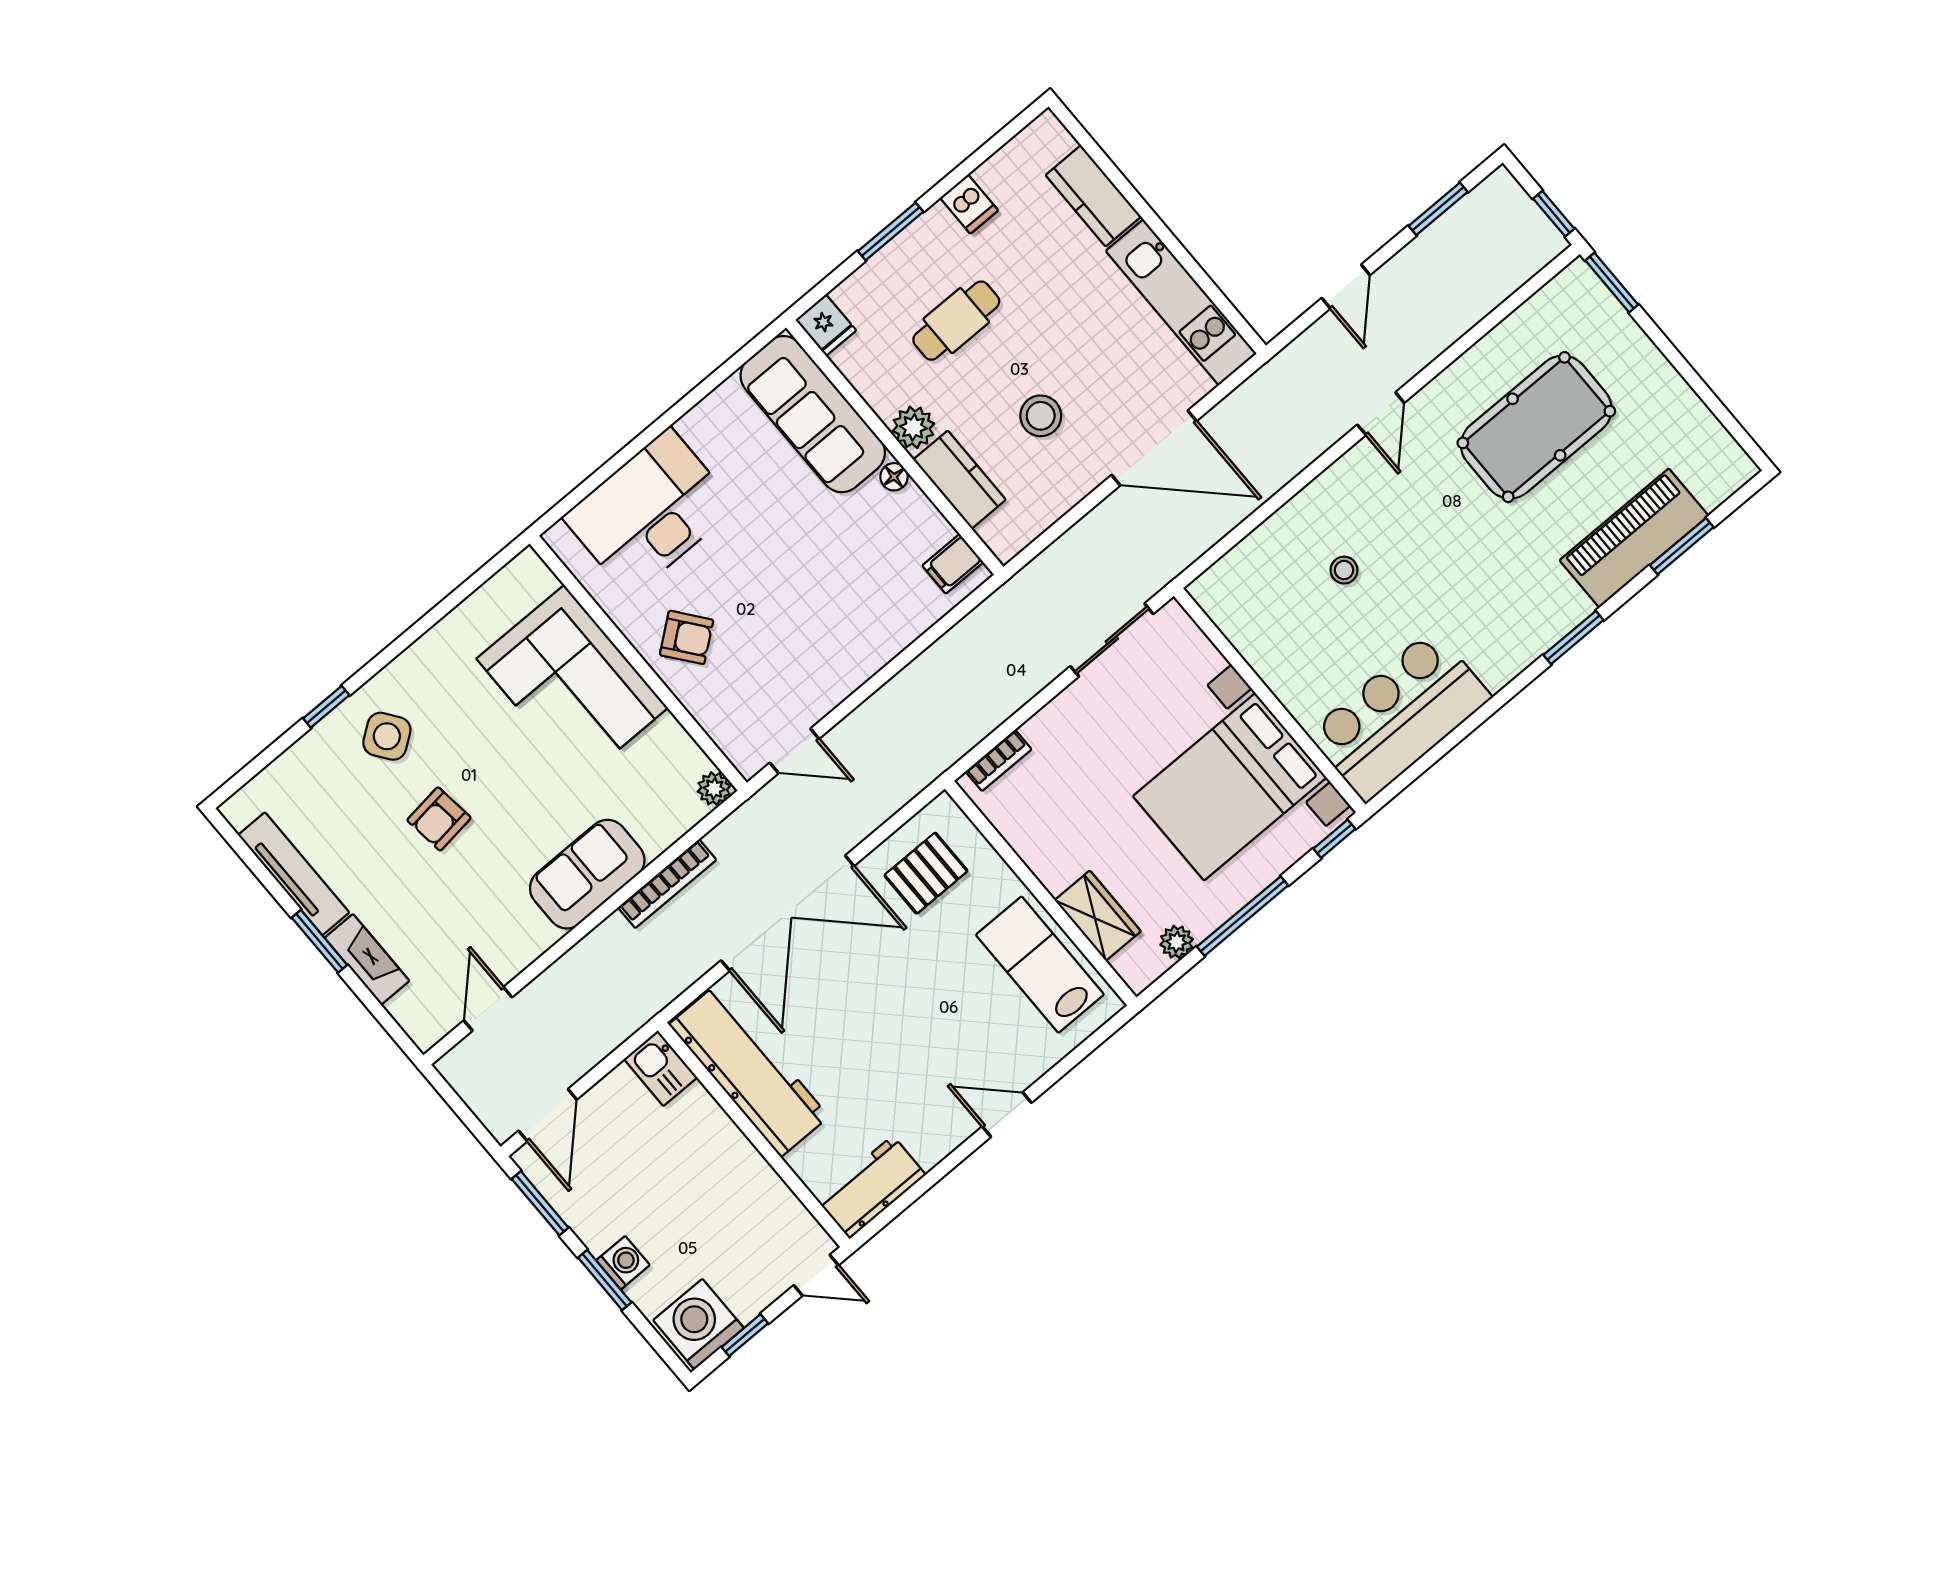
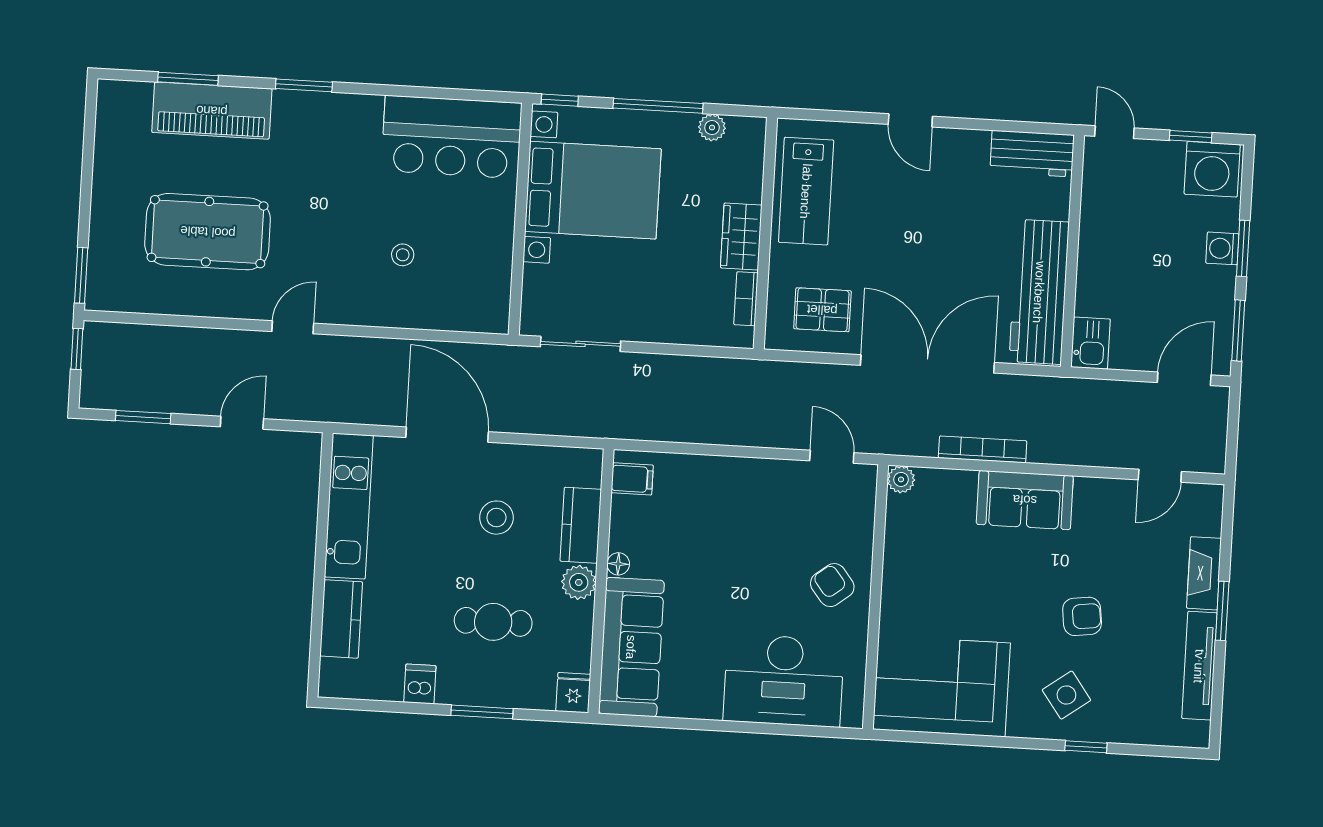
corner sofa: (572, 683) -> (942, 686), moved, turned -90
bookcase: (998, 760) -> (746, 299), moved, turned -90
wardrobe: (1098, 916) -> (741, 236), moved

